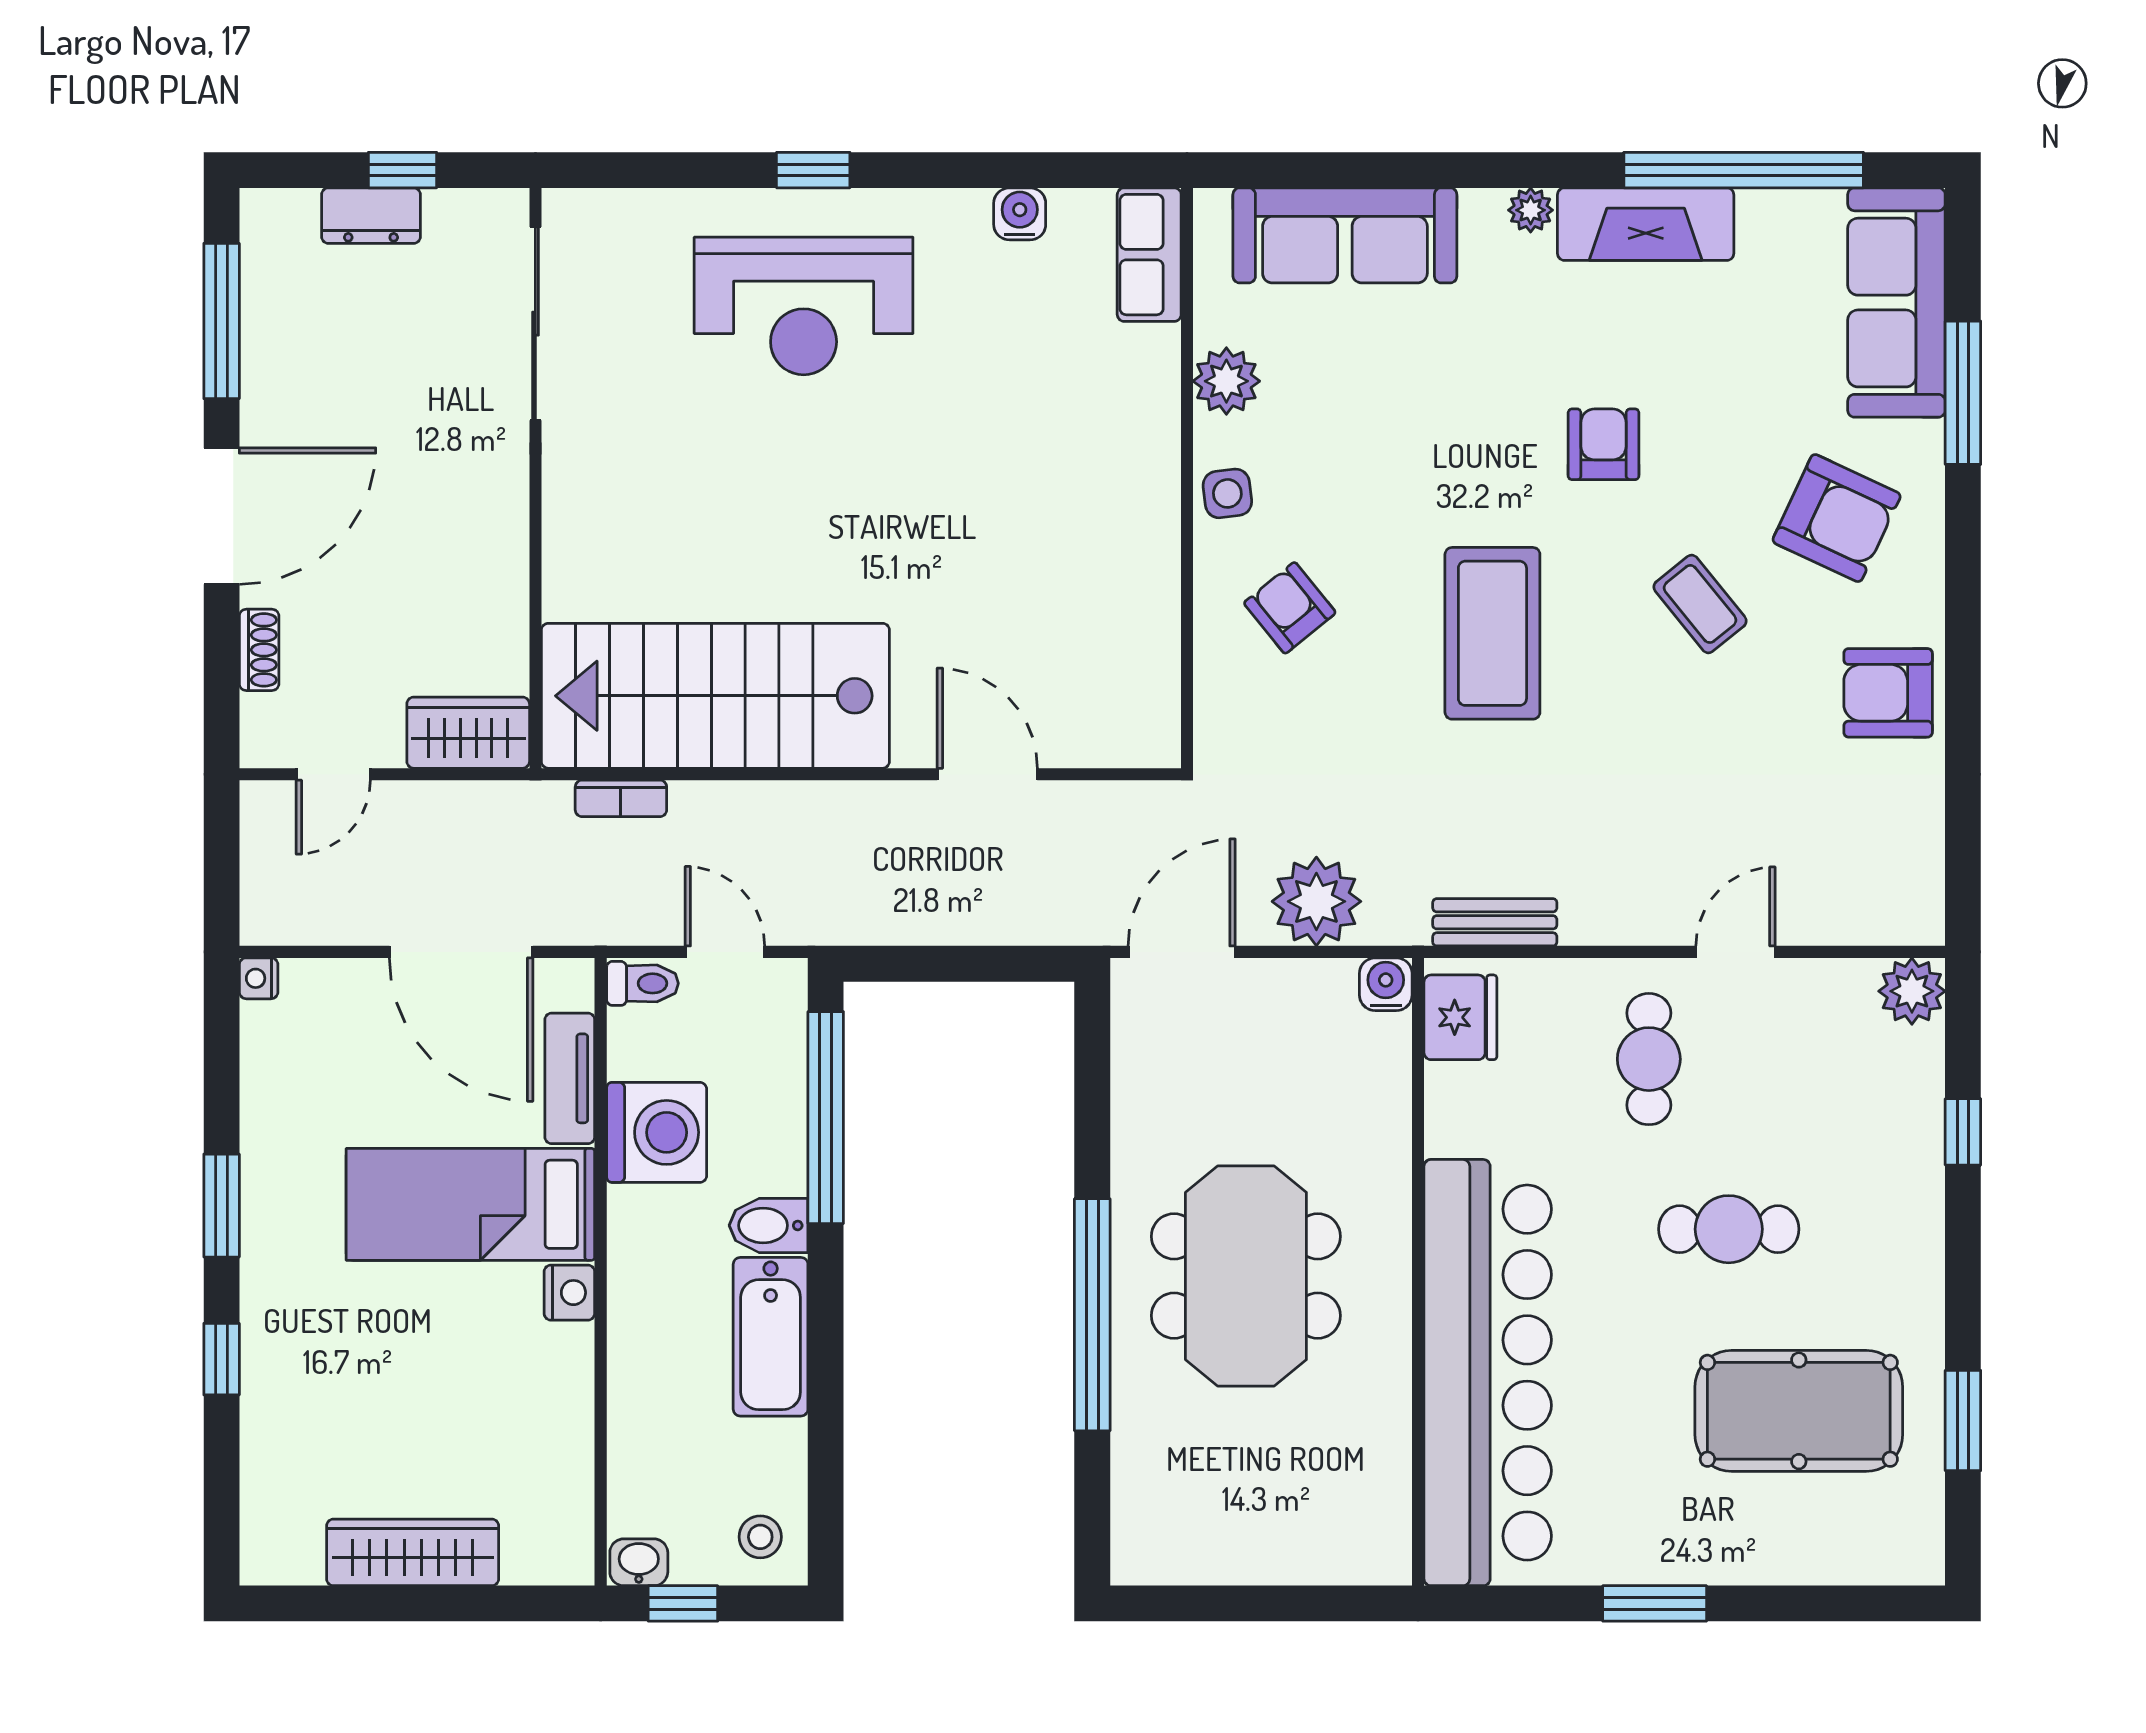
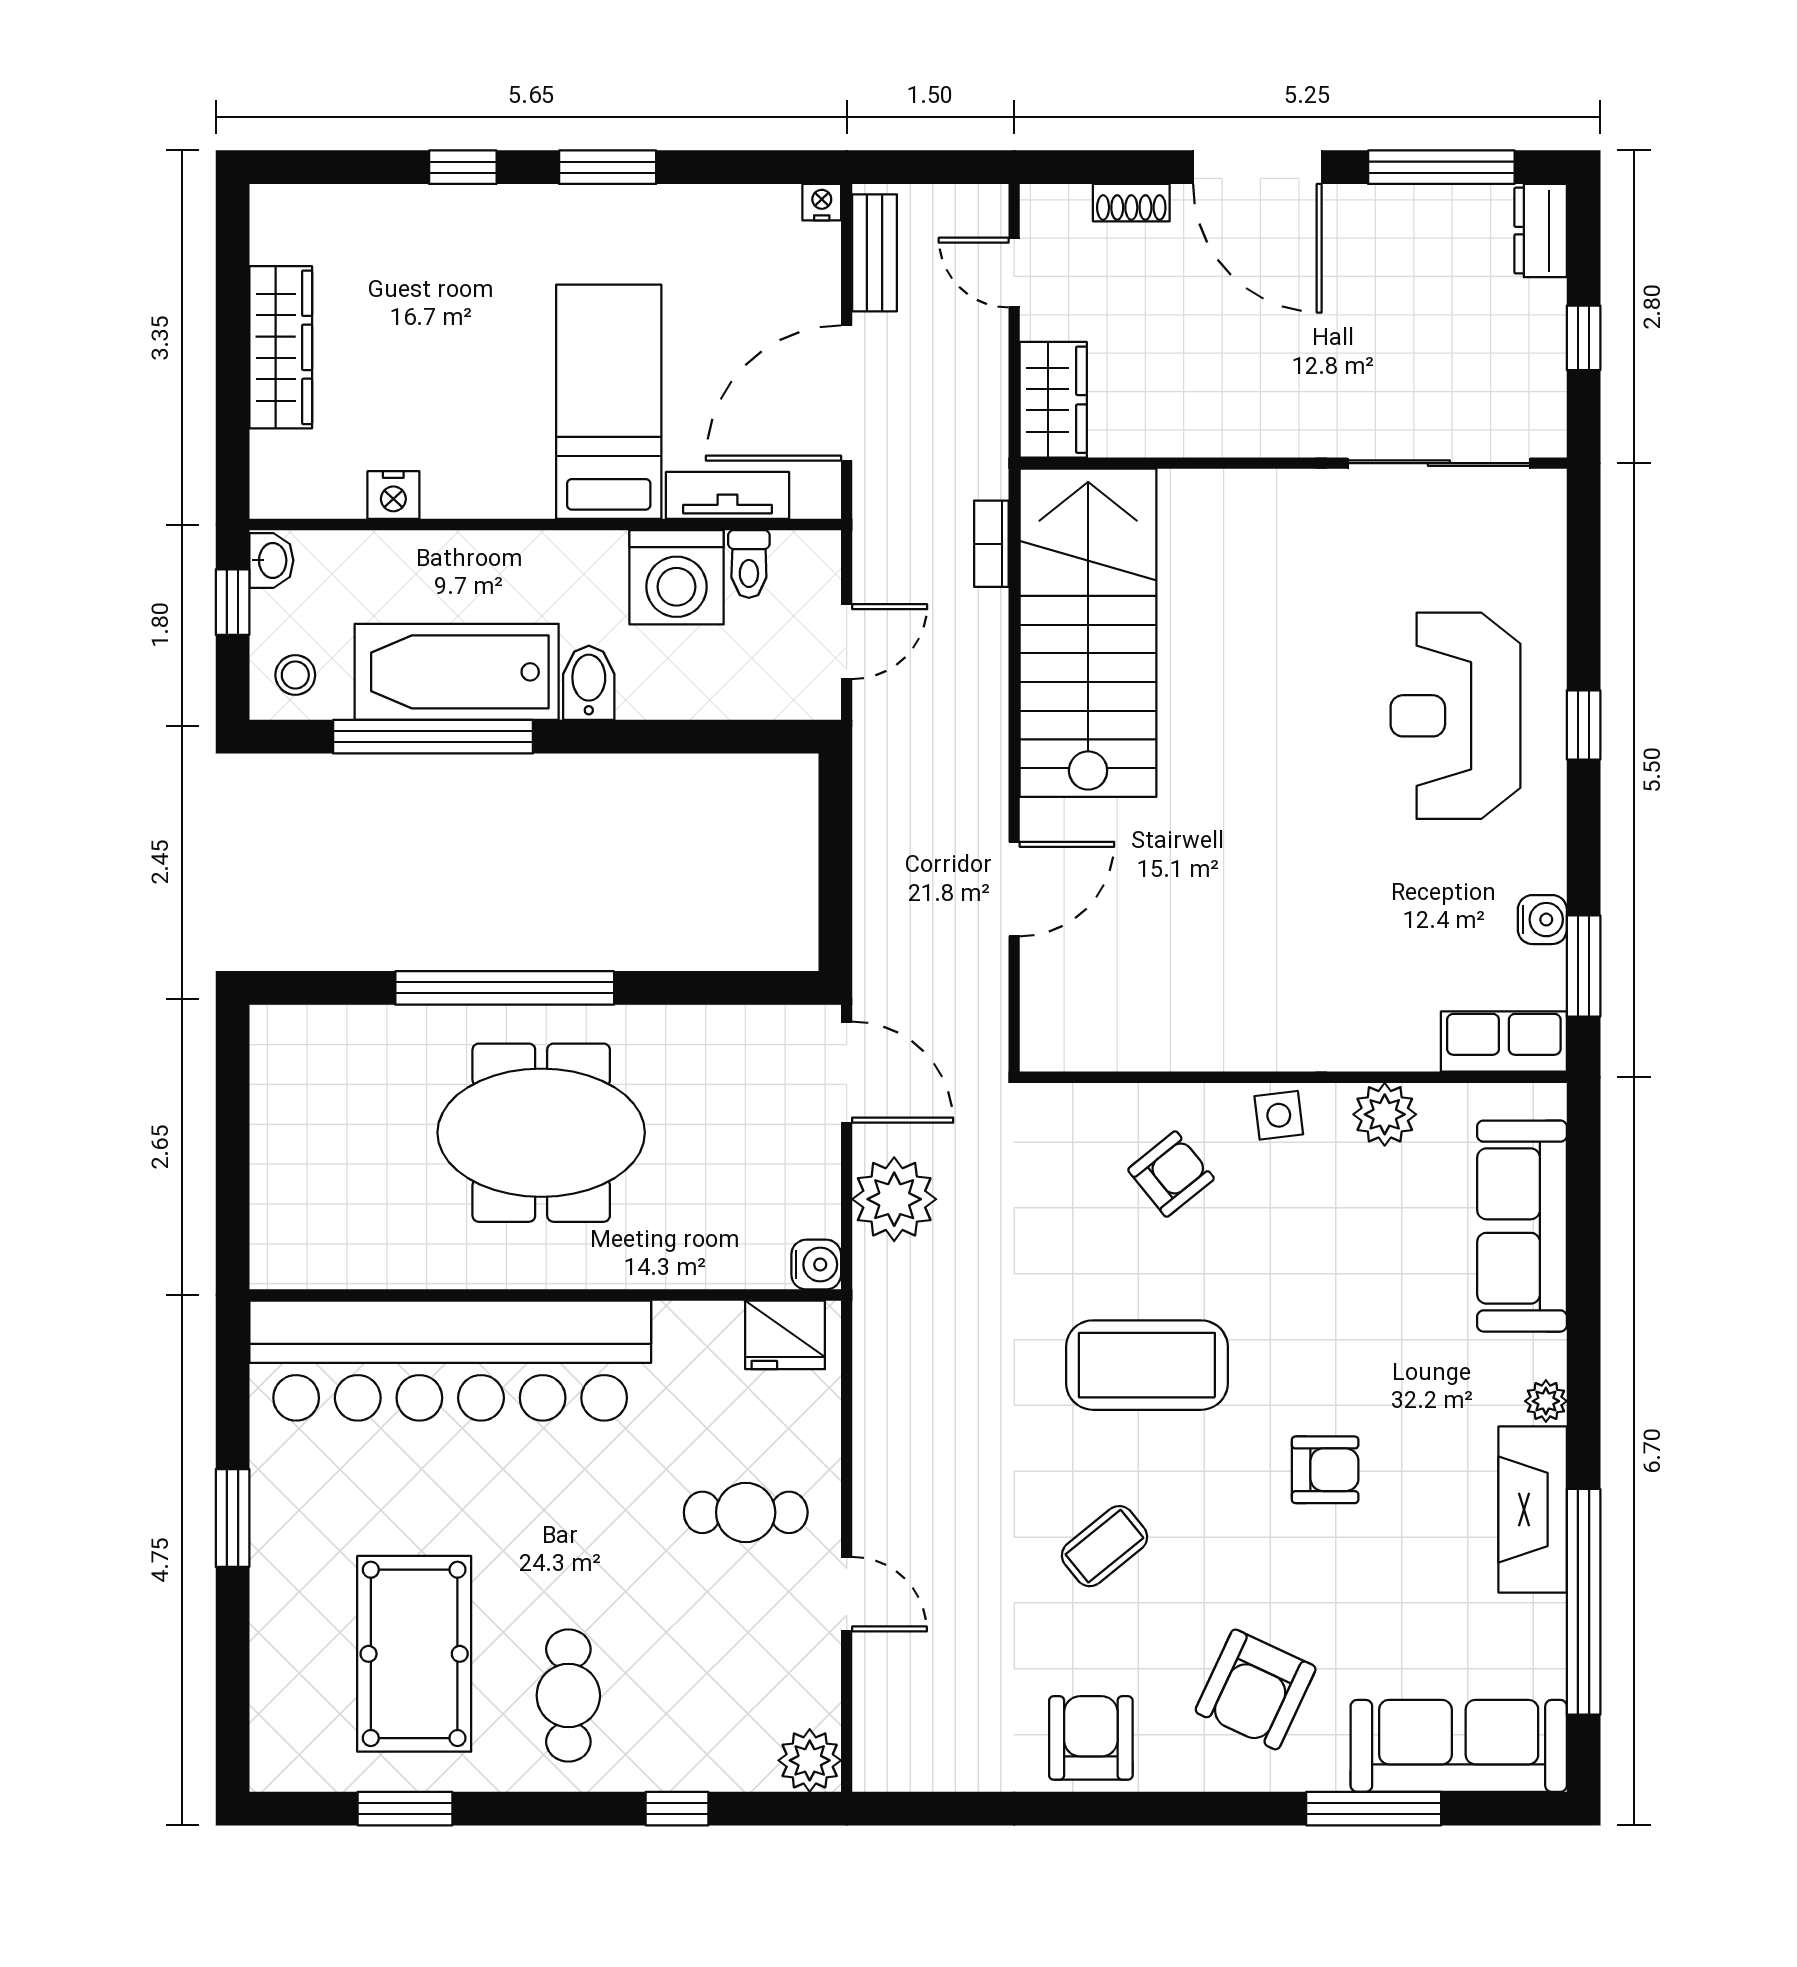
window: (1069, 170) -> (1584, 966), added
dresser: (371, 216) -> (1541, 231), moved
coffee table: (1700, 604) -> (1105, 1546), moved
bench: (1495, 922) -> (875, 253), moved
toilet: (642, 983) -> (749, 564), moved
window: (826, 1118) -> (433, 737), moved
cafe table: (1729, 1229) -> (568, 1696), moved
nightstand: (569, 1293) -> (393, 495), moved
bathtub: (771, 1337) -> (457, 672), width x1.36, depth x1.36

